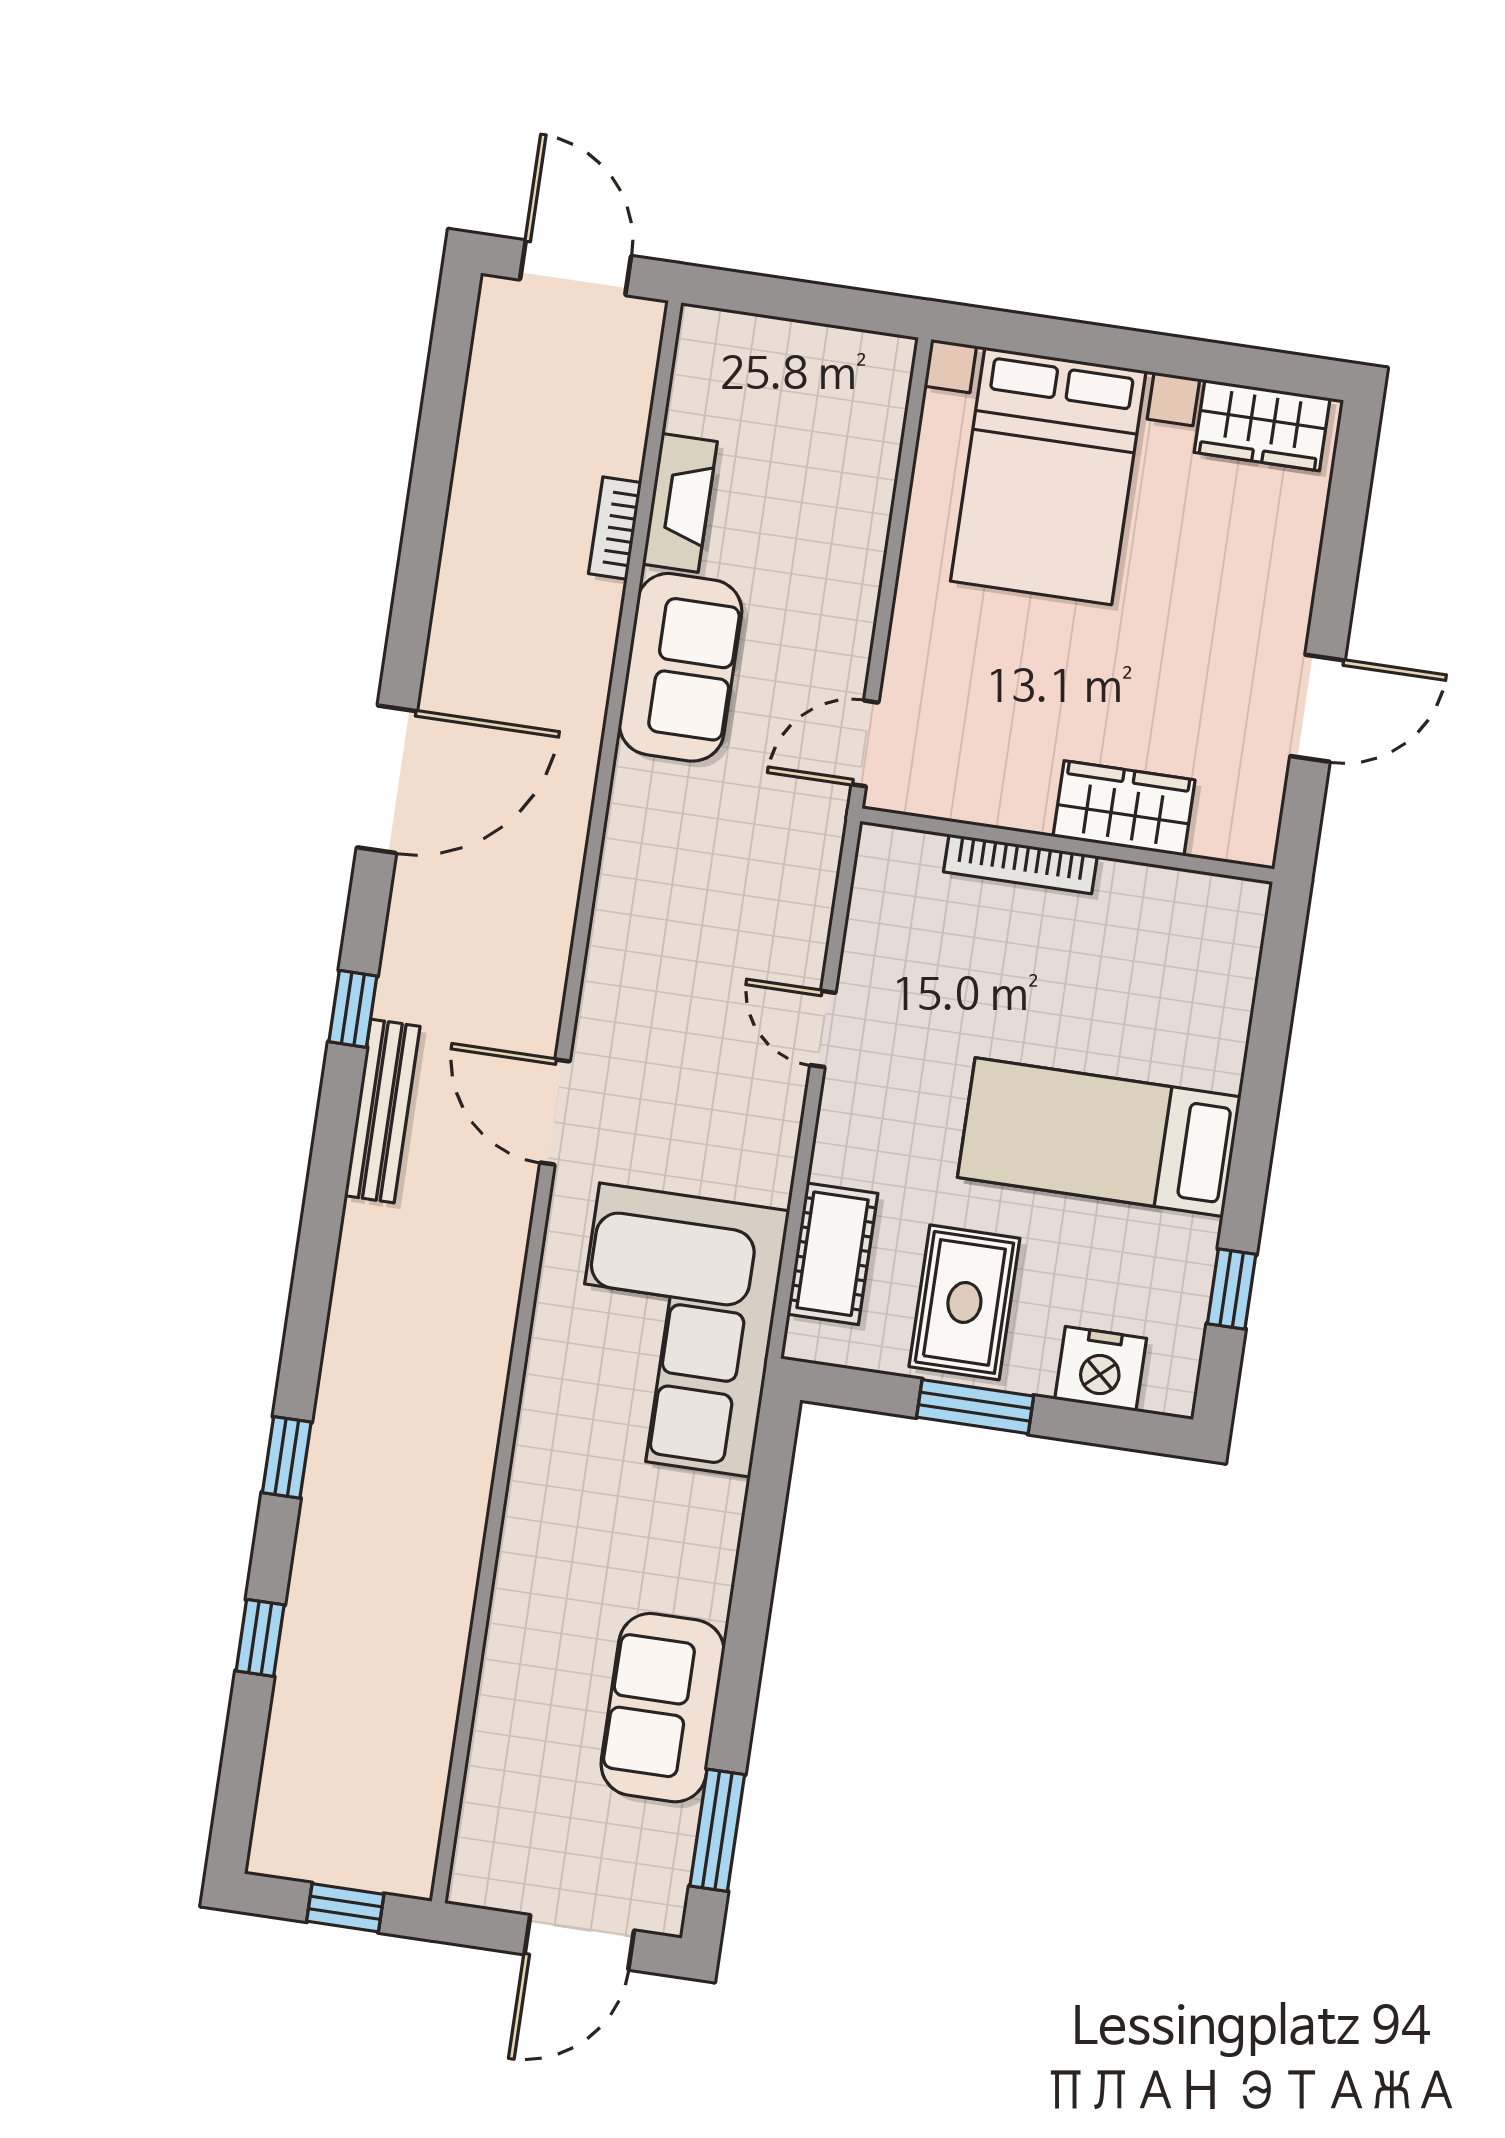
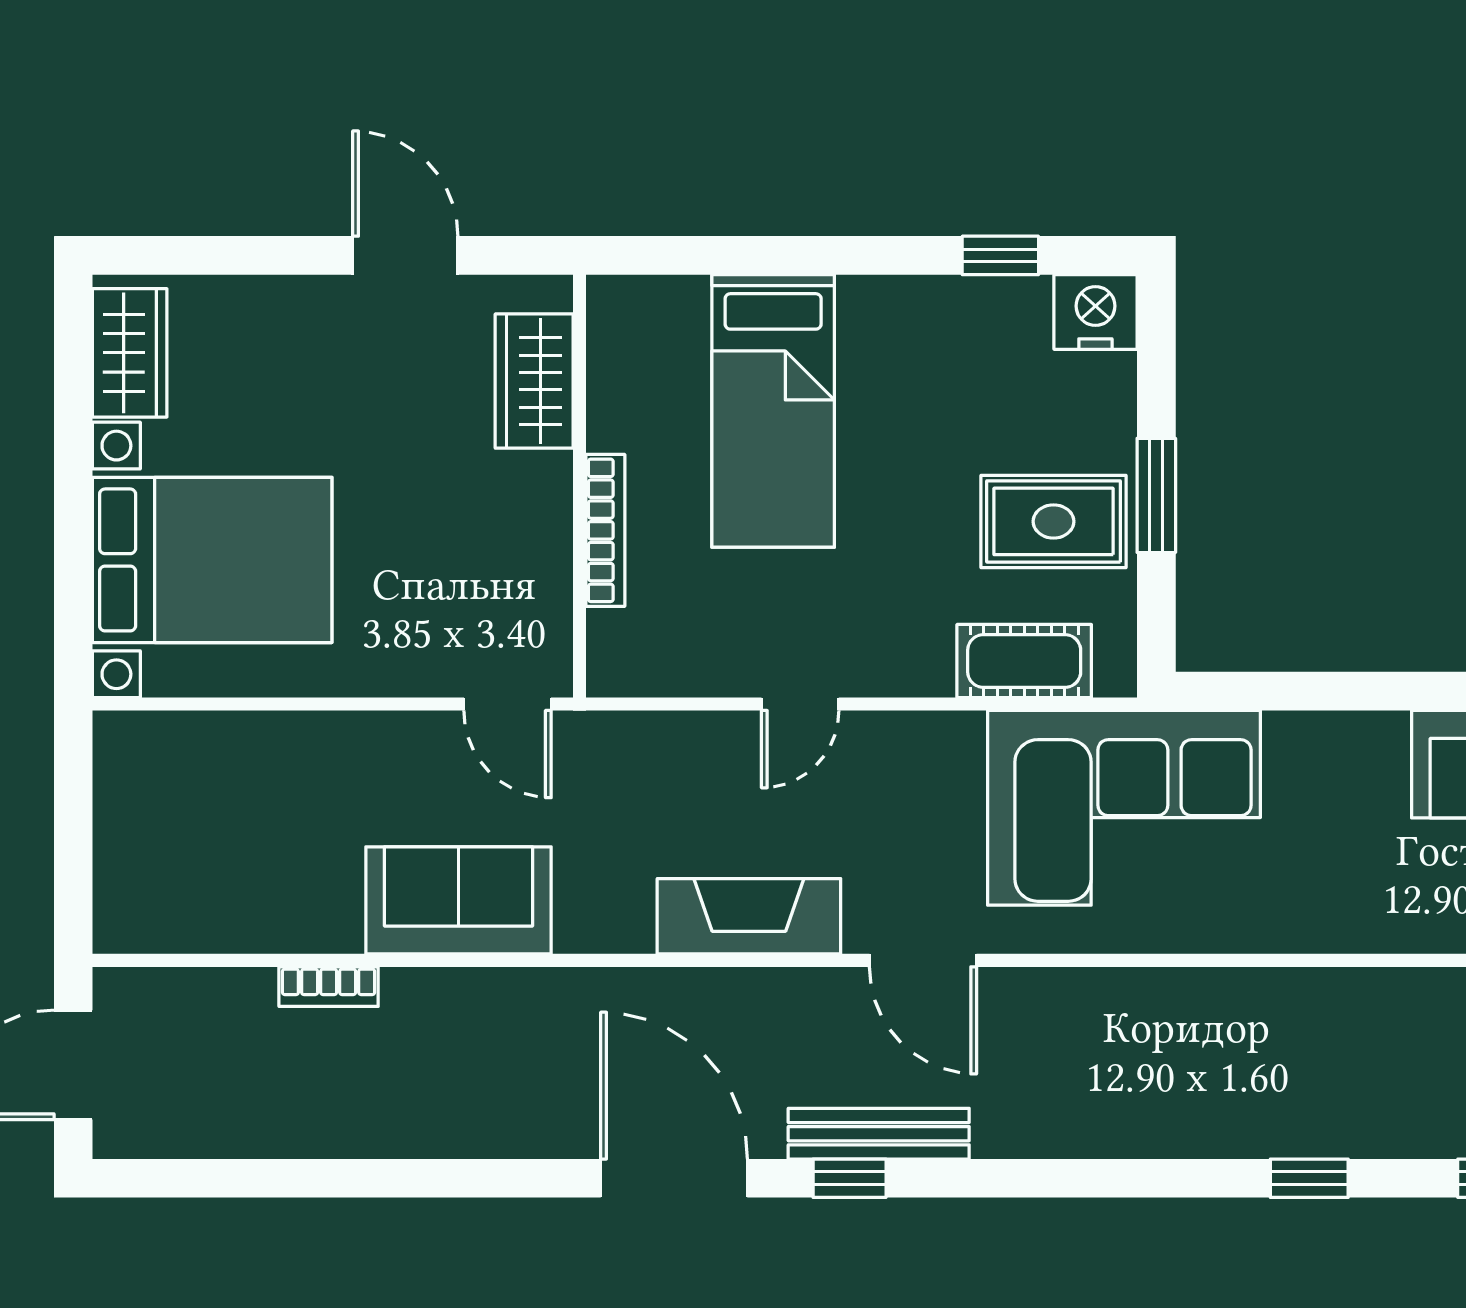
fireplace: (680, 503) -> (749, 916), moved, width x1.37, depth x1.32
door: (387, 779) -> (674, 1178), moved
wardrobe: (1124, 808) -> (534, 381), moved
bench: (382, 1111) -> (879, 1134), moved
door: (555, 1112) -> (923, 960), hinge flipped
bed: (1099, 1137) -> (773, 411), moved
nightstand: (1101, 1369) -> (1095, 312), moved, turned -90

